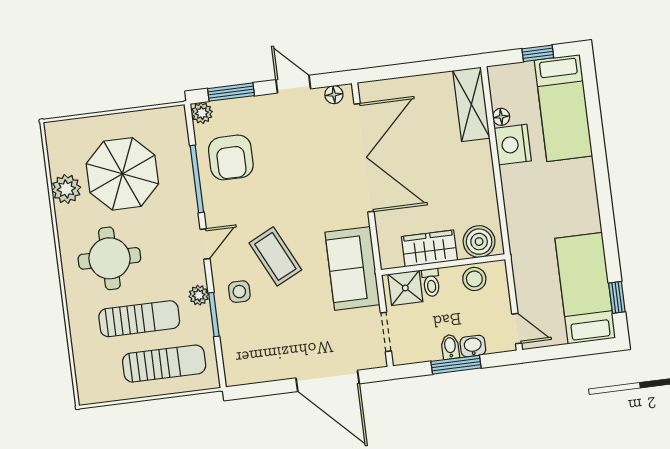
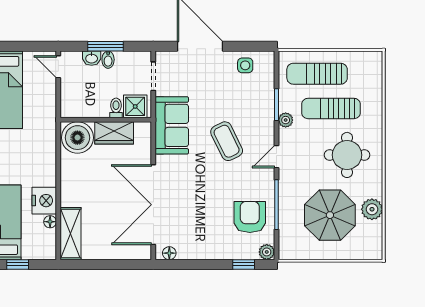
door: (293, 84) -> (198, 264), removed
window: (231, 92) -> (244, 264), width x0.67
boiler: (479, 242) -> (77, 138), width x1.37, depth x1.37
stool: (474, 279) -> (84, 107), removed
side table: (239, 292) -> (245, 65), moved

